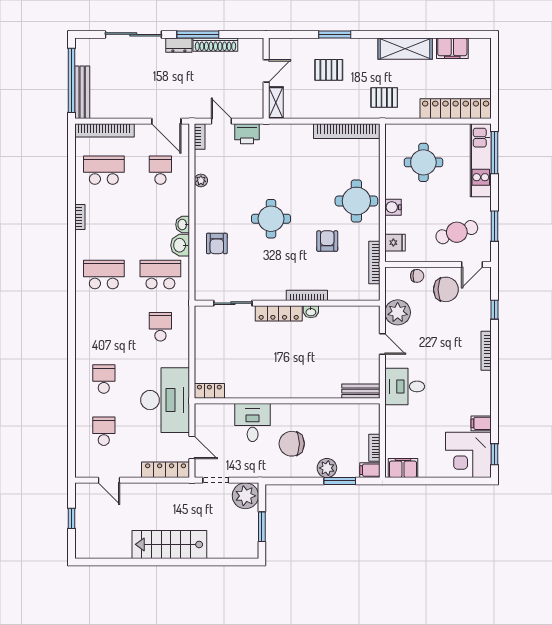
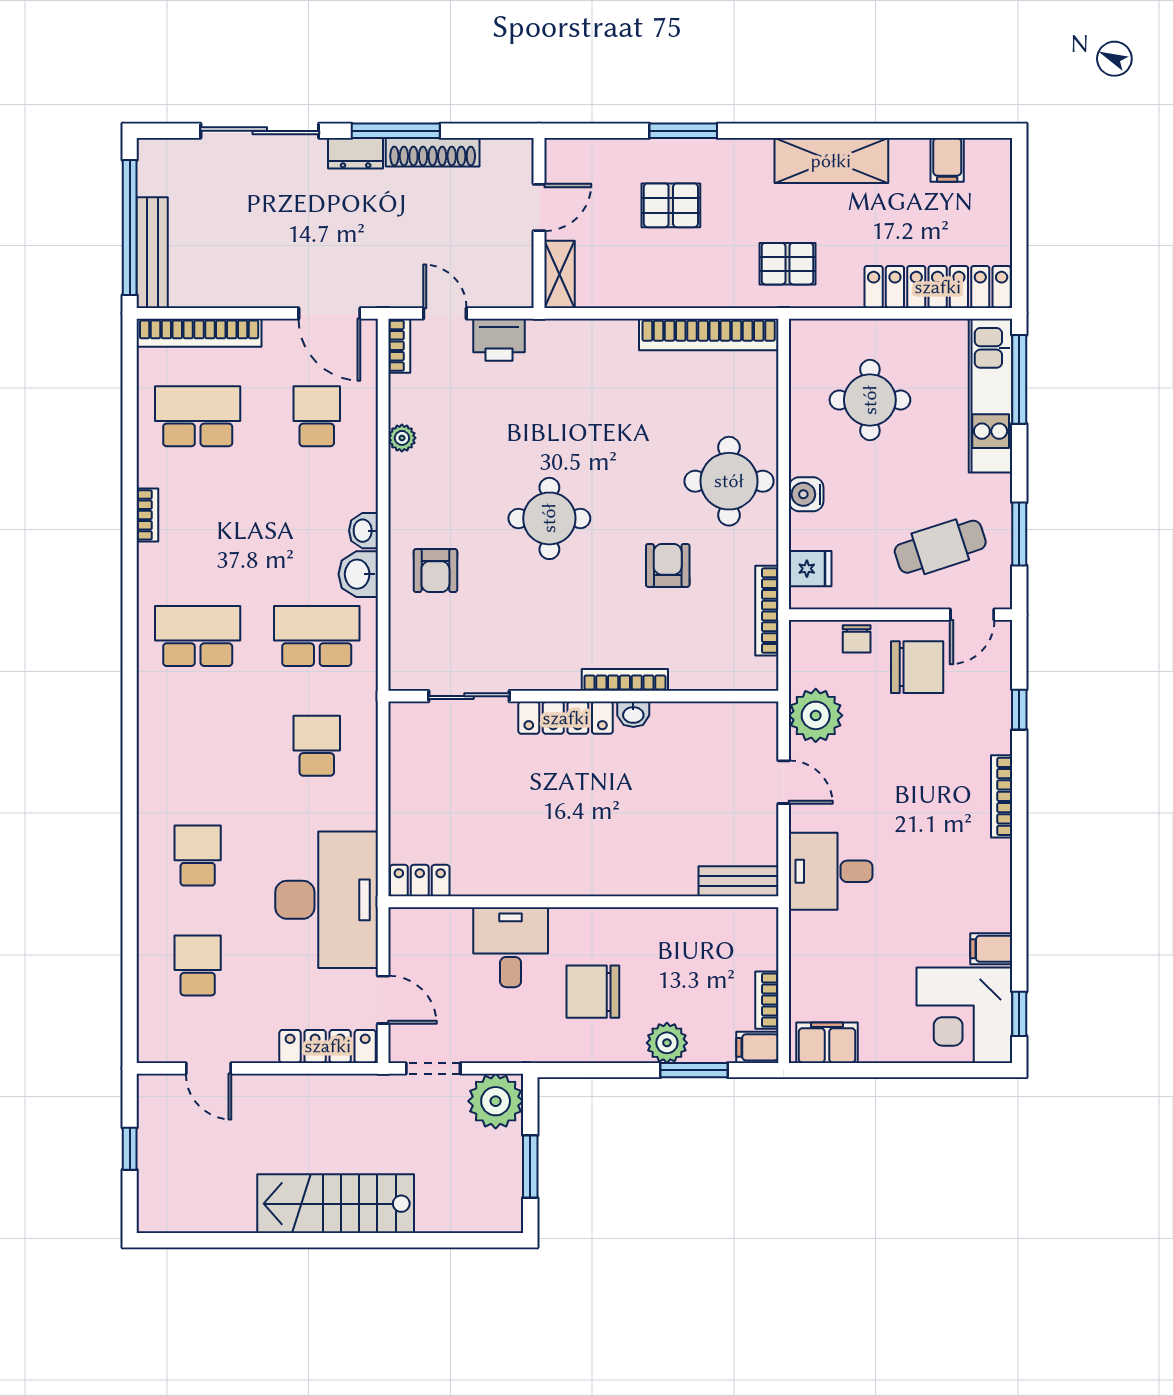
filing cabinet: (452, 48) -> (947, 160), width x0.50
chair: (417, 276) -> (857, 639), turned 90

